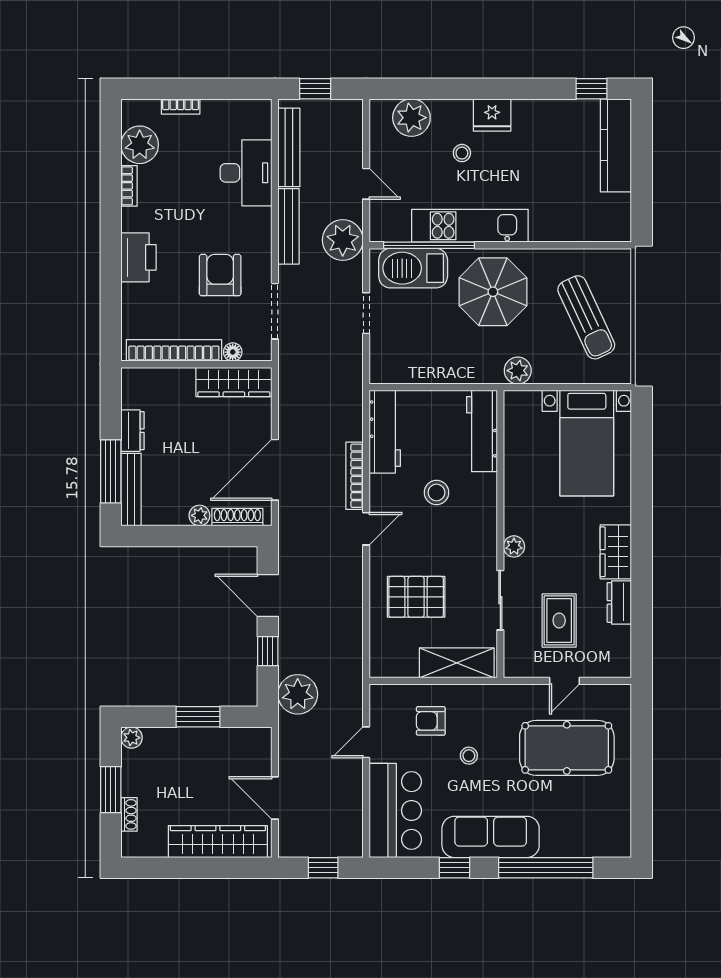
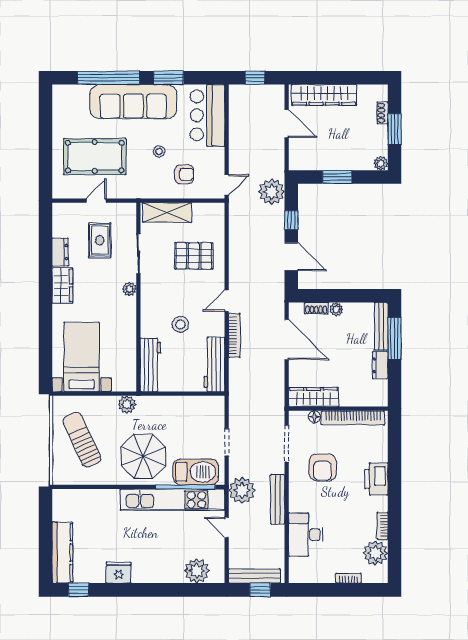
fridge: (492, 115) -> (119, 573), moved
bench: (289, 147) -> (254, 576), moved, turned 90
stool: (462, 153) -> (164, 548), removed
kitchen unit: (470, 226) -> (172, 500), width x1.36
door: (275, 470) -> (287, 339), hinge flipped
shoe rack: (237, 517) -> (316, 308), width x0.70
door: (366, 742) -> (227, 185), moved
sofa: (491, 837) -> (133, 102), width x1.36, depth x1.27
window: (455, 868) -> (168, 78), width x1.50

